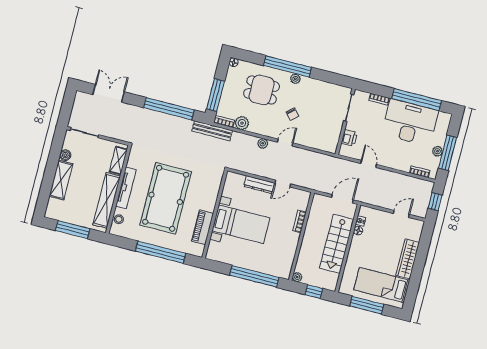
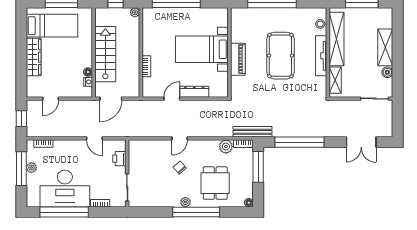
dining table: (262, 90) -> (215, 183), turned 90
plant: (263, 143) -> (201, 132), removed
pool table: (166, 198) -> (280, 56), width x0.73, depth x0.76
piano: (203, 227) -> (238, 59), moved

